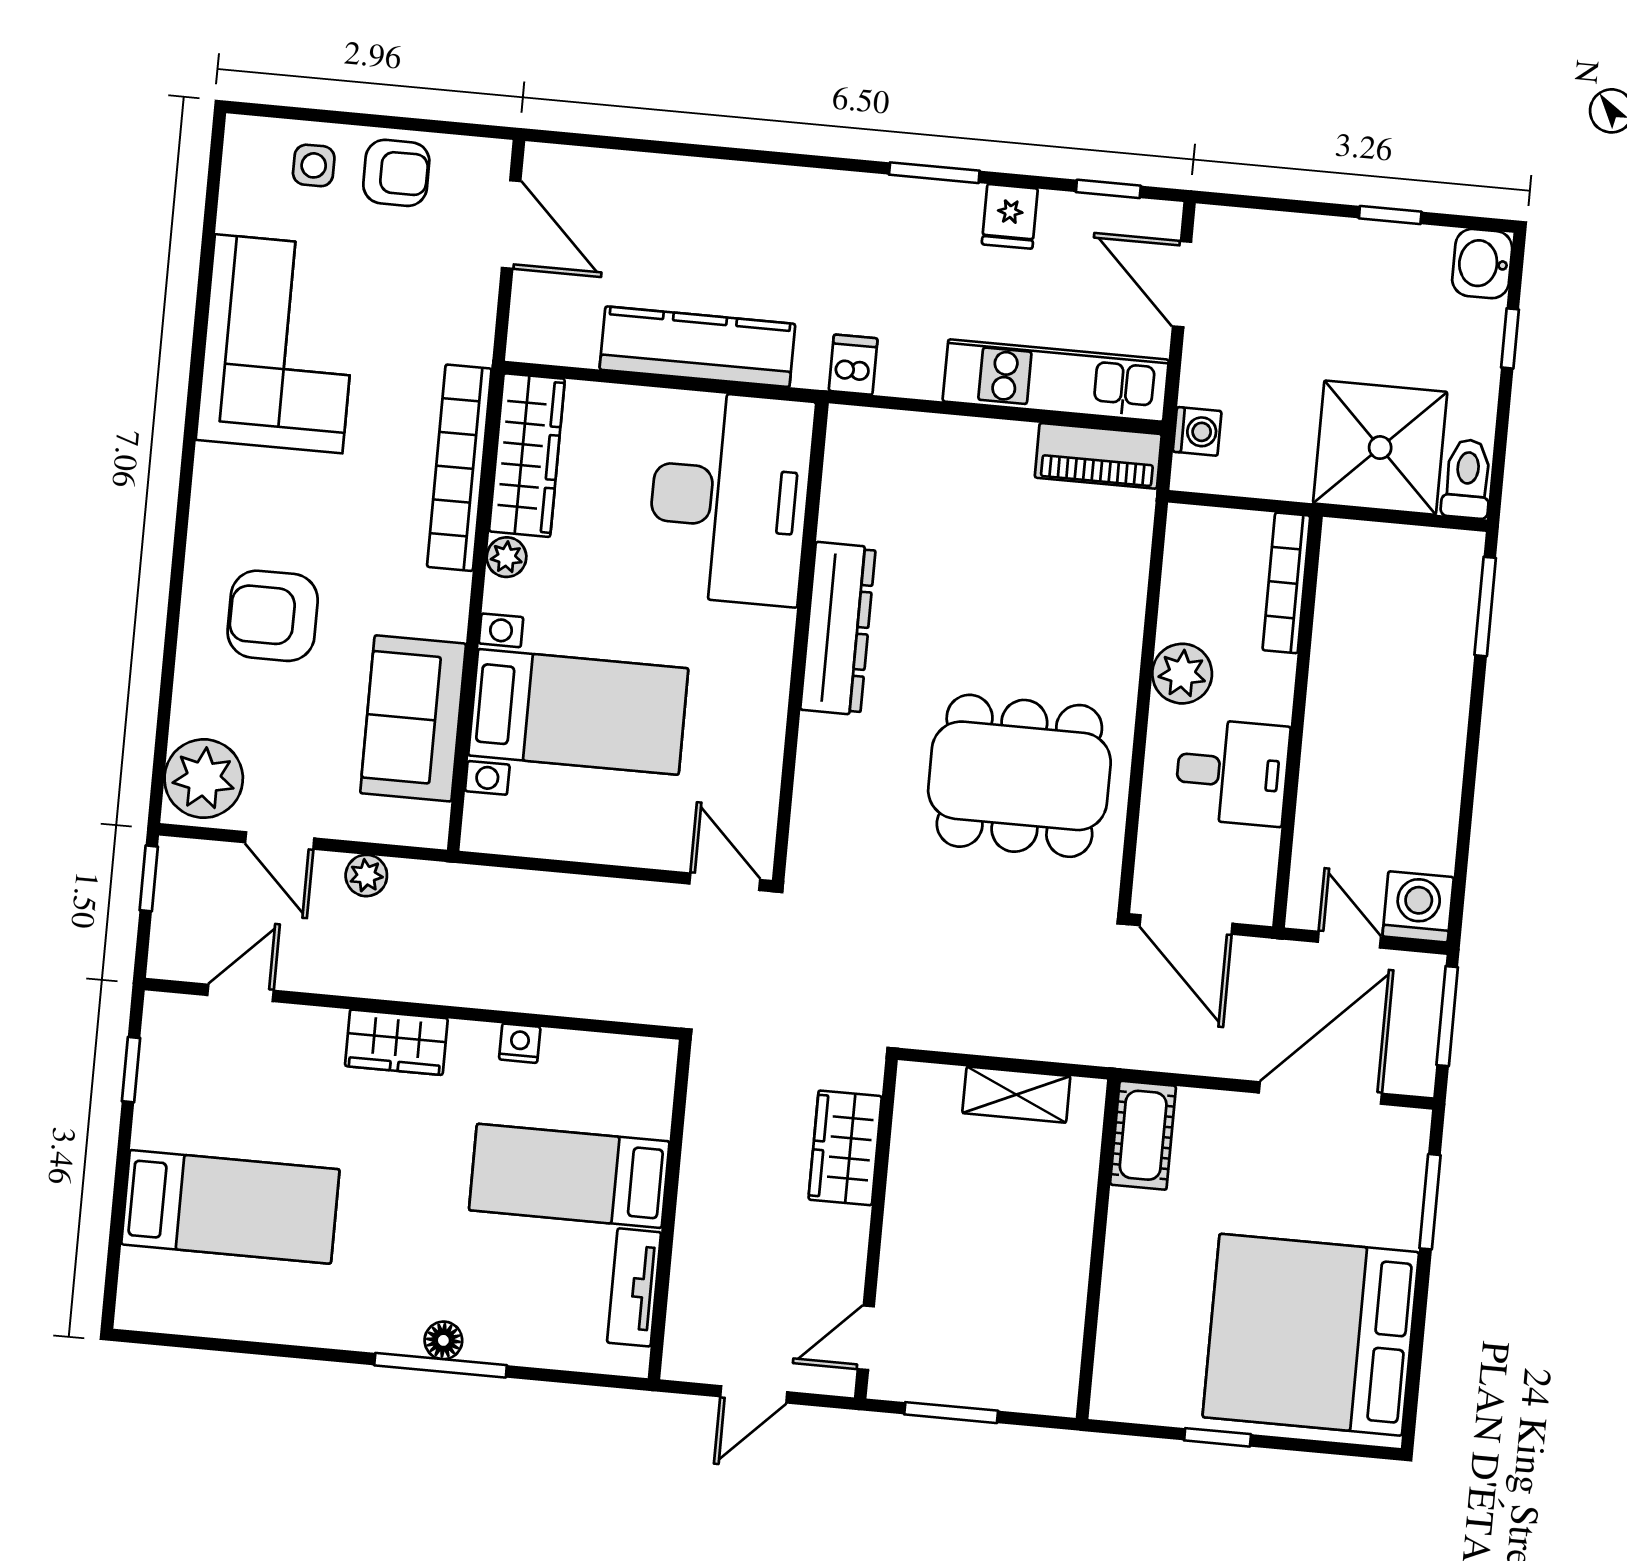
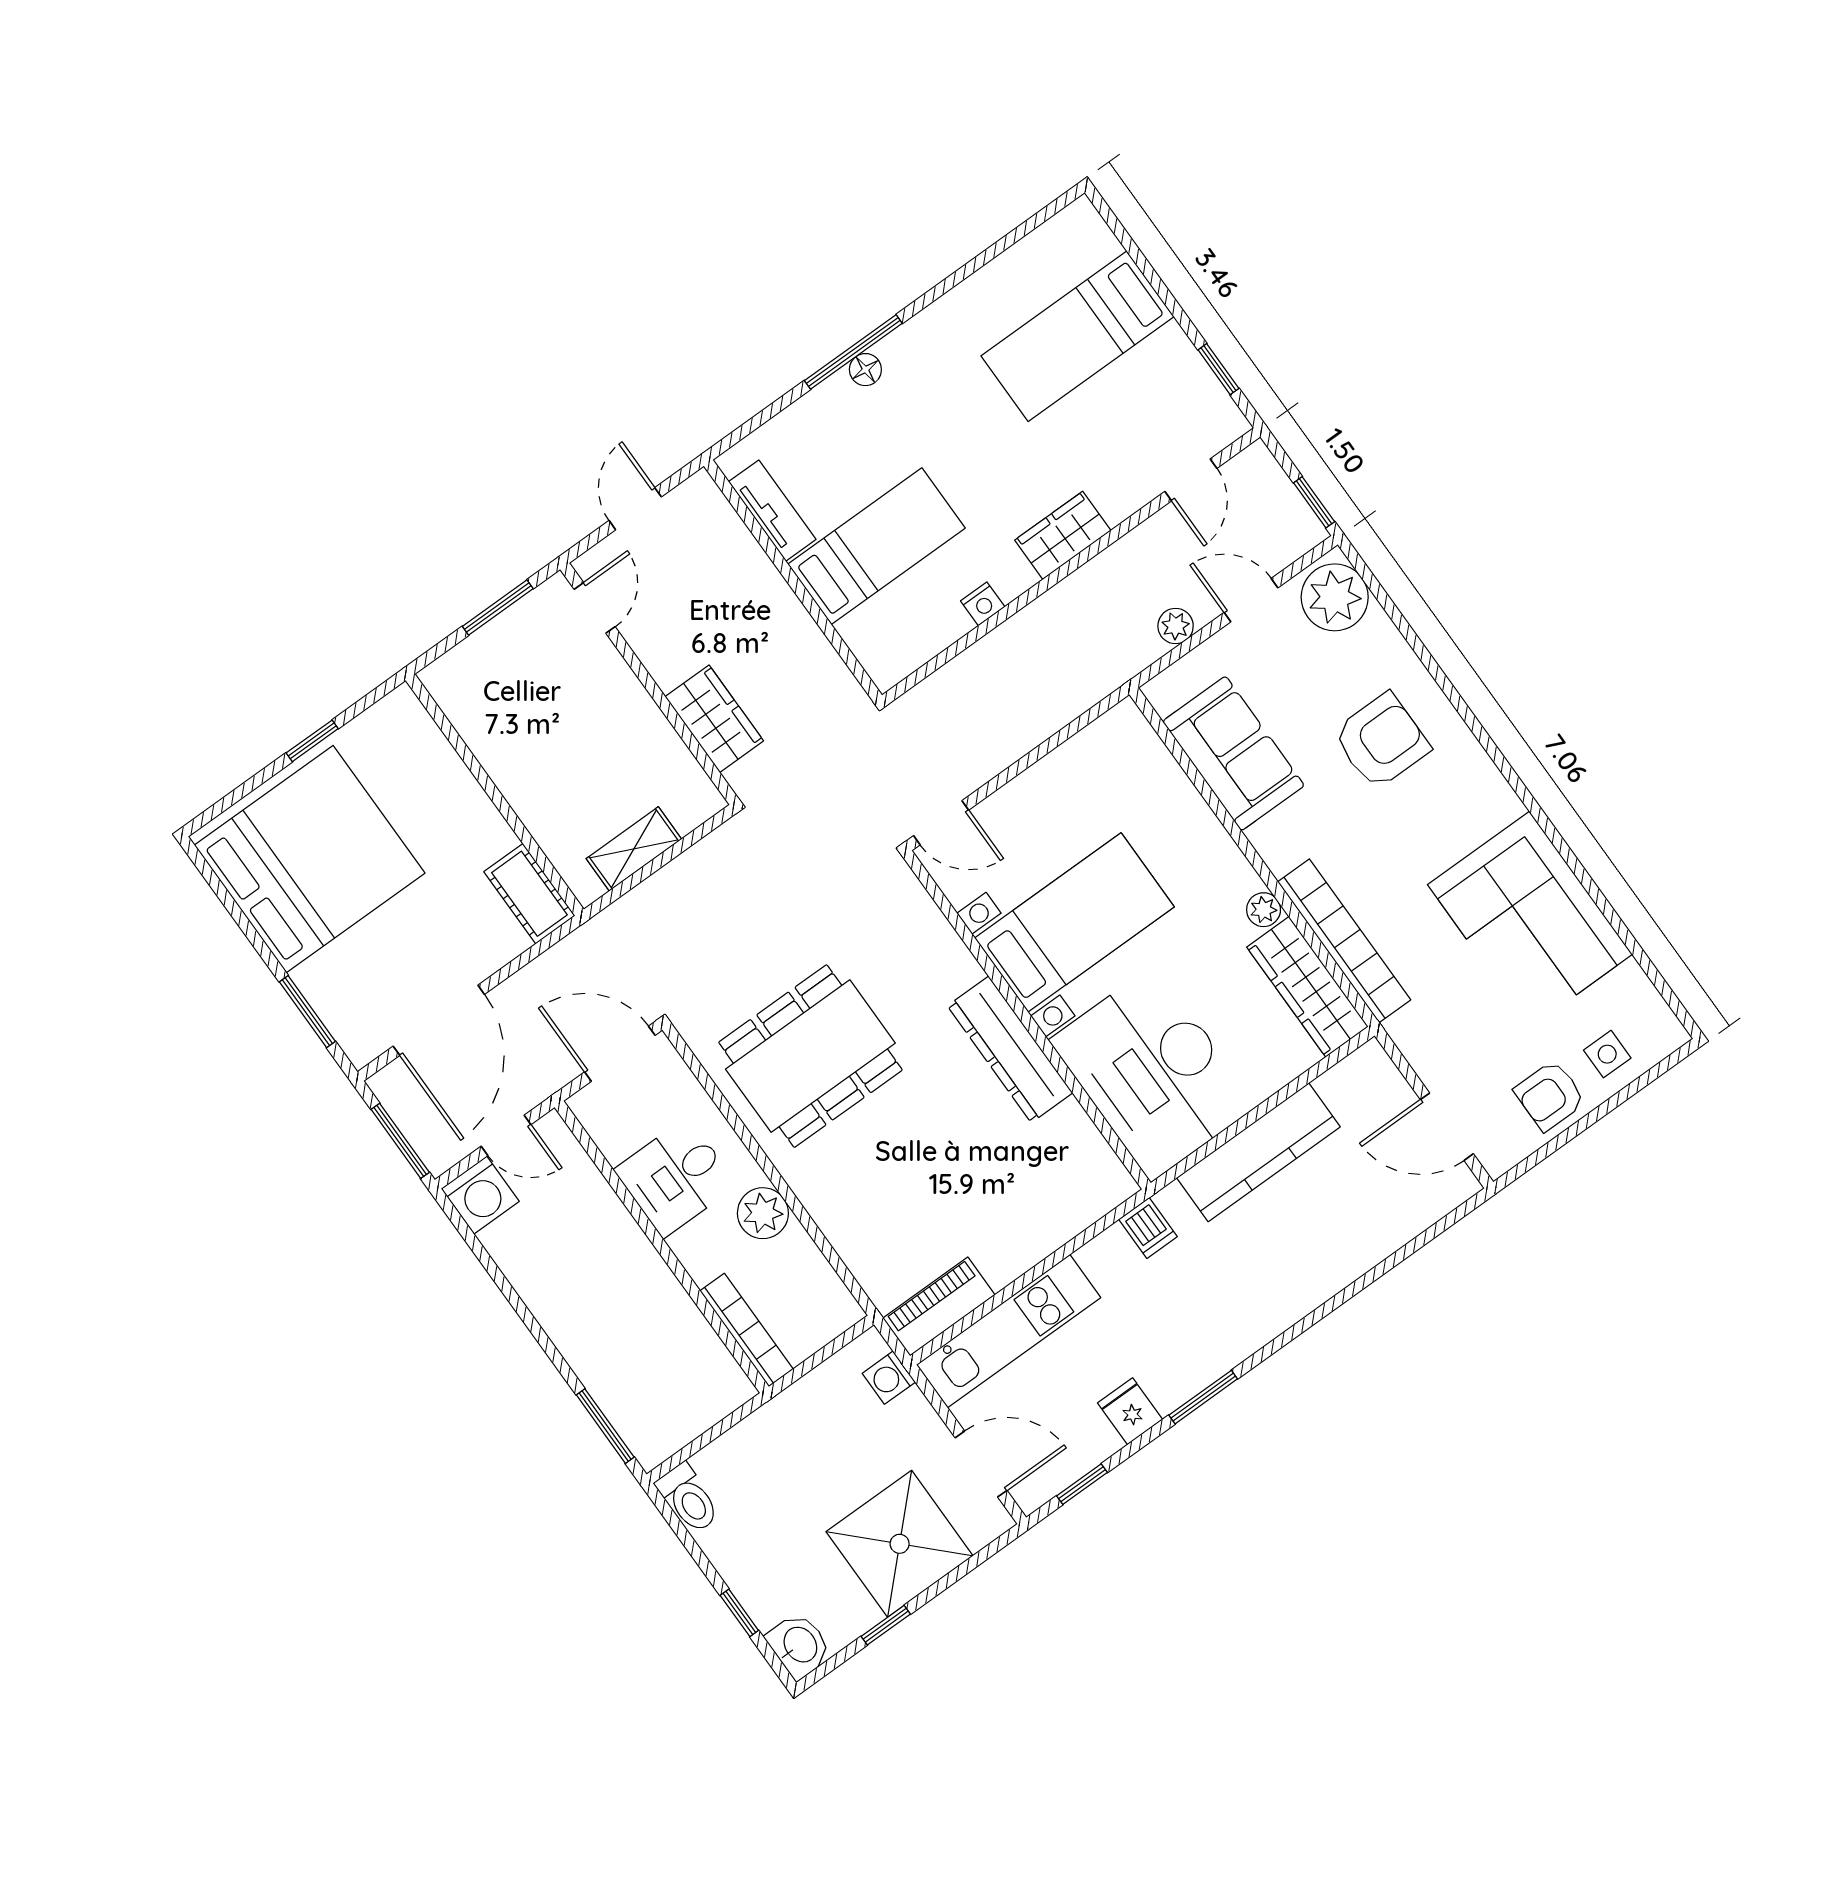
shower: (1380, 448) -> (900, 1544), moved
bed with nightstands: (578, 712) -> (1074, 922), moved, turned 180

